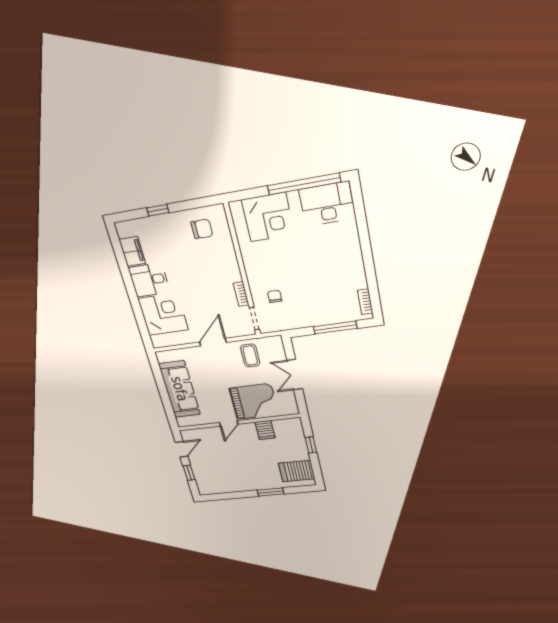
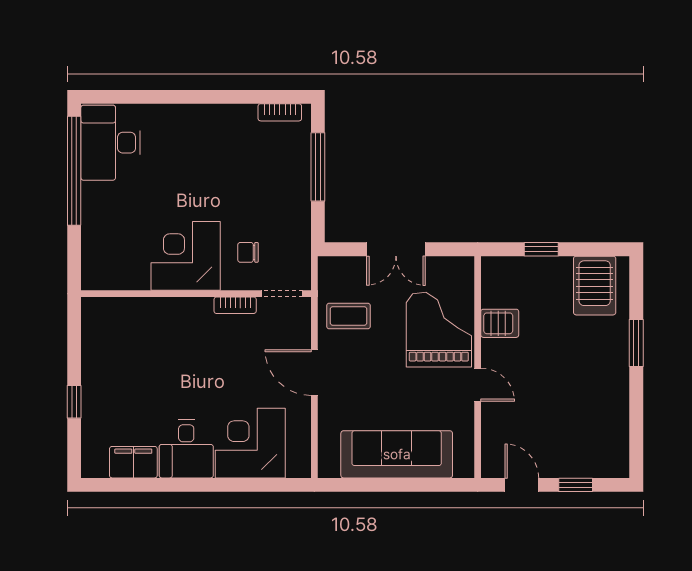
corner desk: (268, 217) -> (186, 256), moved, turned -90
chair: (202, 229) -> (116, 341), removed

